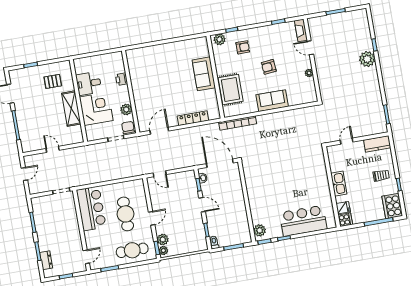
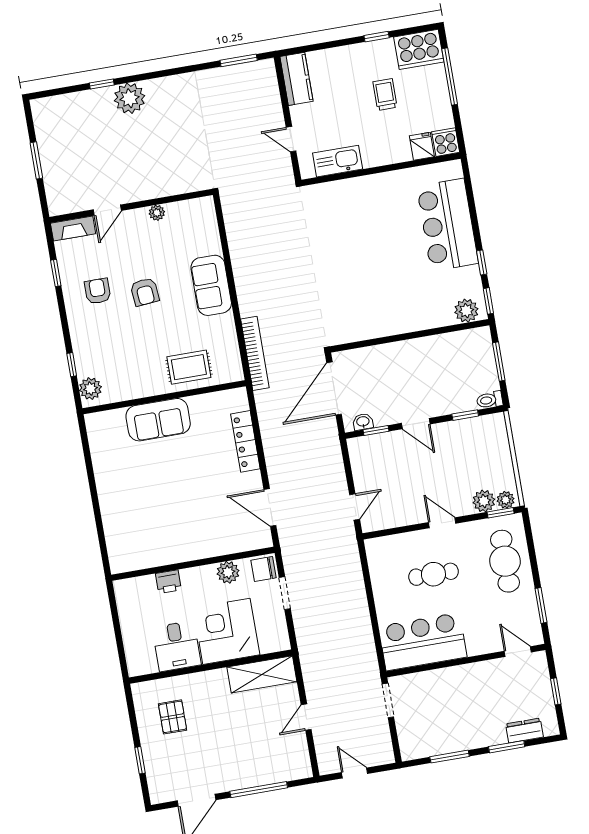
armchair: (243, 47) -> (98, 291), moved
rug: (231, 89) -> (189, 367), width x0.73, depth x0.70
shelving: (71, 109) -> (262, 674), moved
trolley: (381, 175) -> (385, 94), moved
kitchen sink: (339, 184) -> (338, 161), moved
door: (202, 205) -> (416, 424), swing flipped
cafe table: (126, 214) -> (433, 574), width x0.73, depth x0.74

